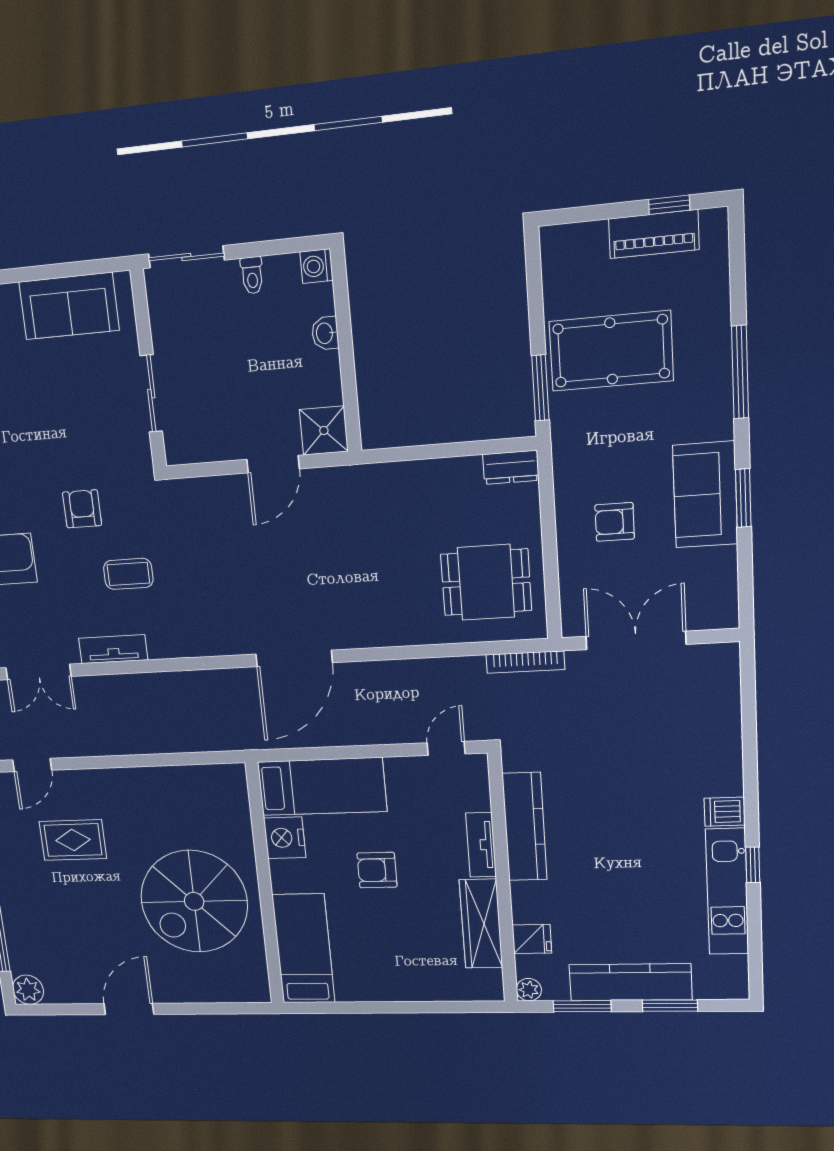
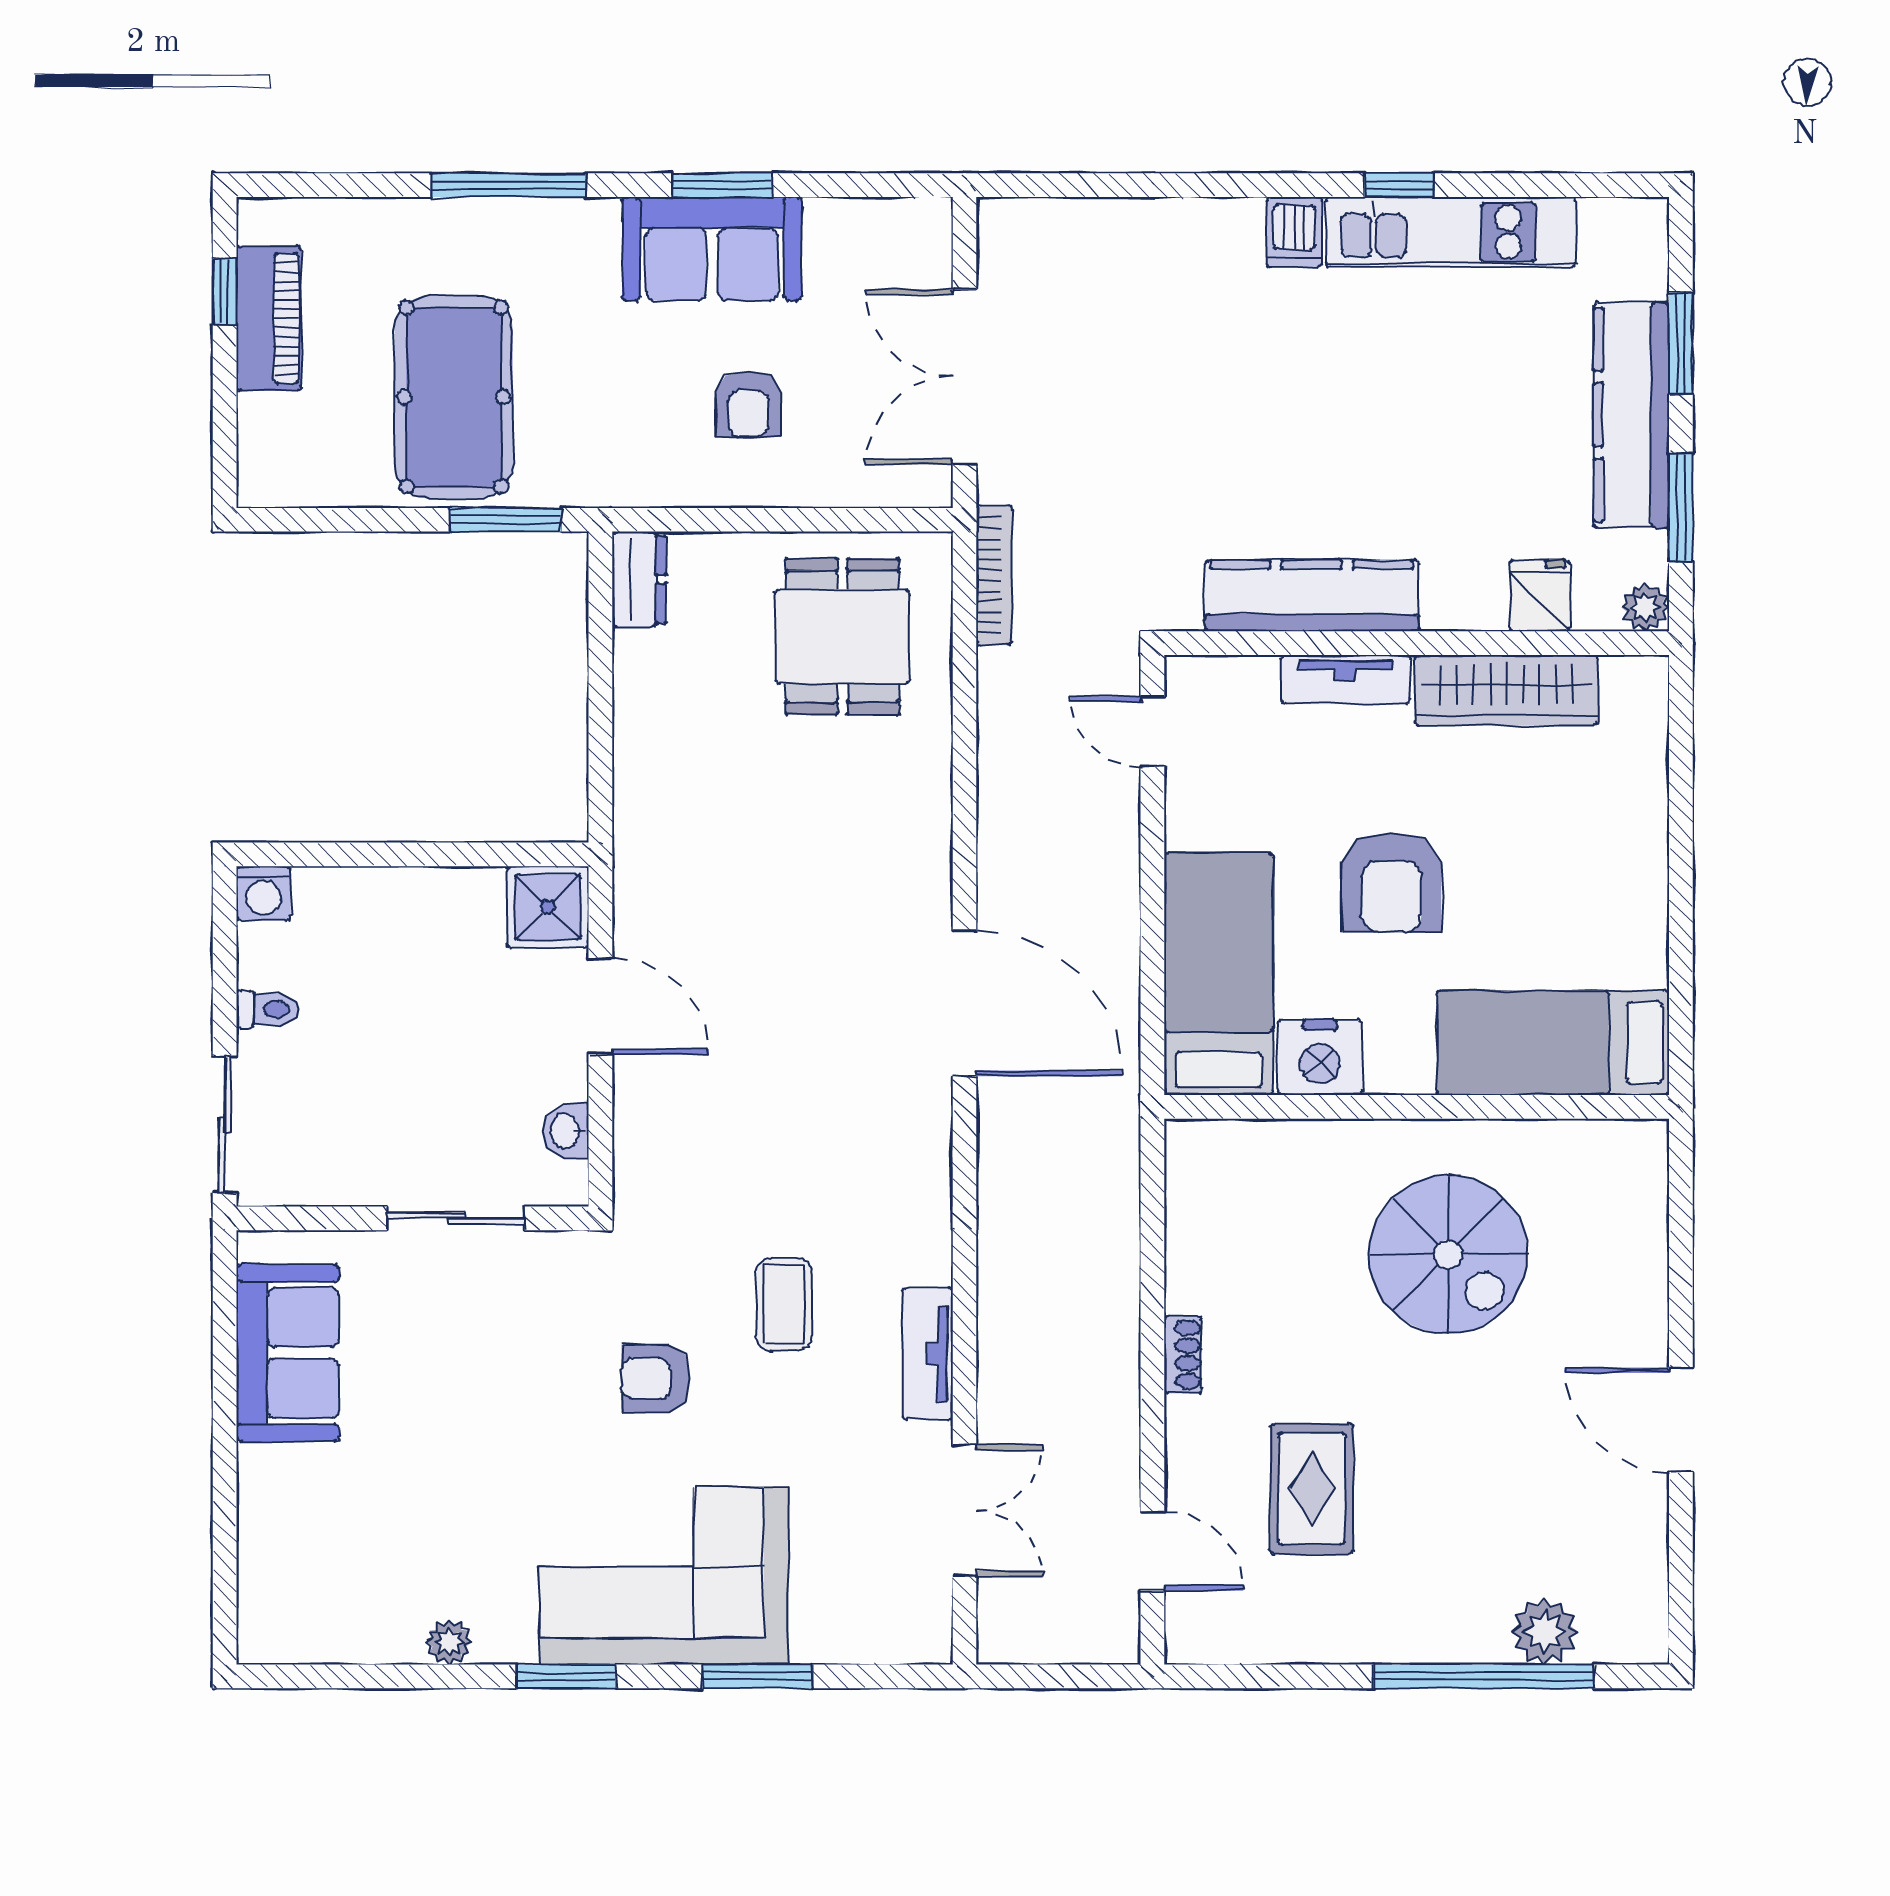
washbasin: (325, 333) -> (566, 1131), moved, turned 90
shoe rack: (129, 776) -> (1183, 1355), added
armchair: (377, 870) -> (1391, 882), width x1.38, depth x1.38
spiral stairs: (194, 901) -> (1448, 1254), width x0.73, depth x0.73
plant: (28, 990) -> (1545, 1632), moved

